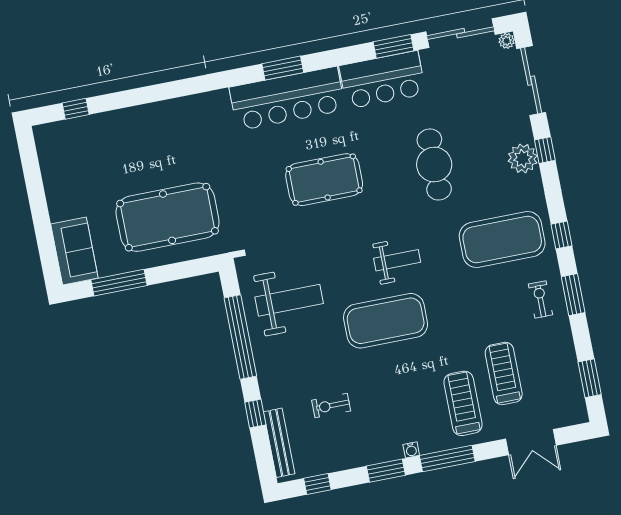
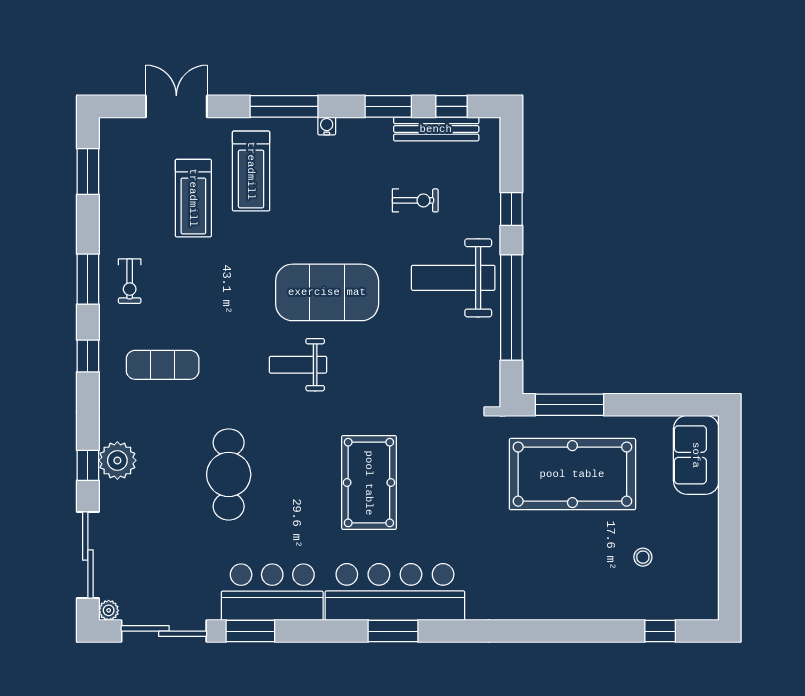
stool: (100, 163) -> (643, 557), added
pool table: (324, 180) -> (369, 483), turned 90
exercise mat: (502, 240) -> (163, 365), width x0.50, depth x0.69
window: (119, 283) -> (570, 405), moved
weight bench: (289, 300) -> (453, 278), moved
bench: (279, 443) -> (436, 129), moved, turned 90
window: (386, 471) -> (388, 106), moved

